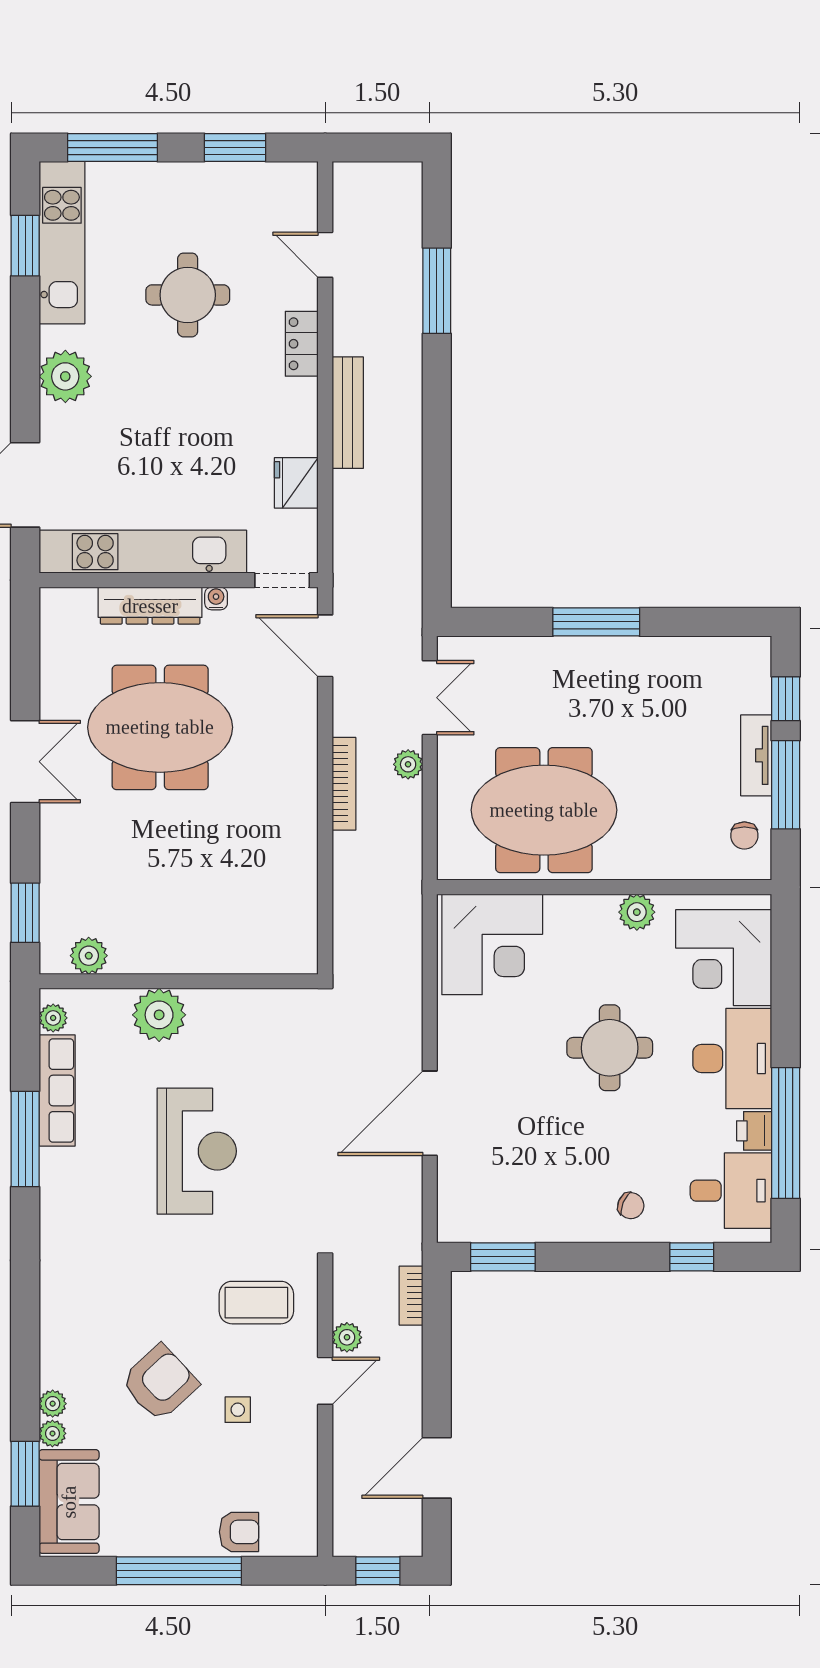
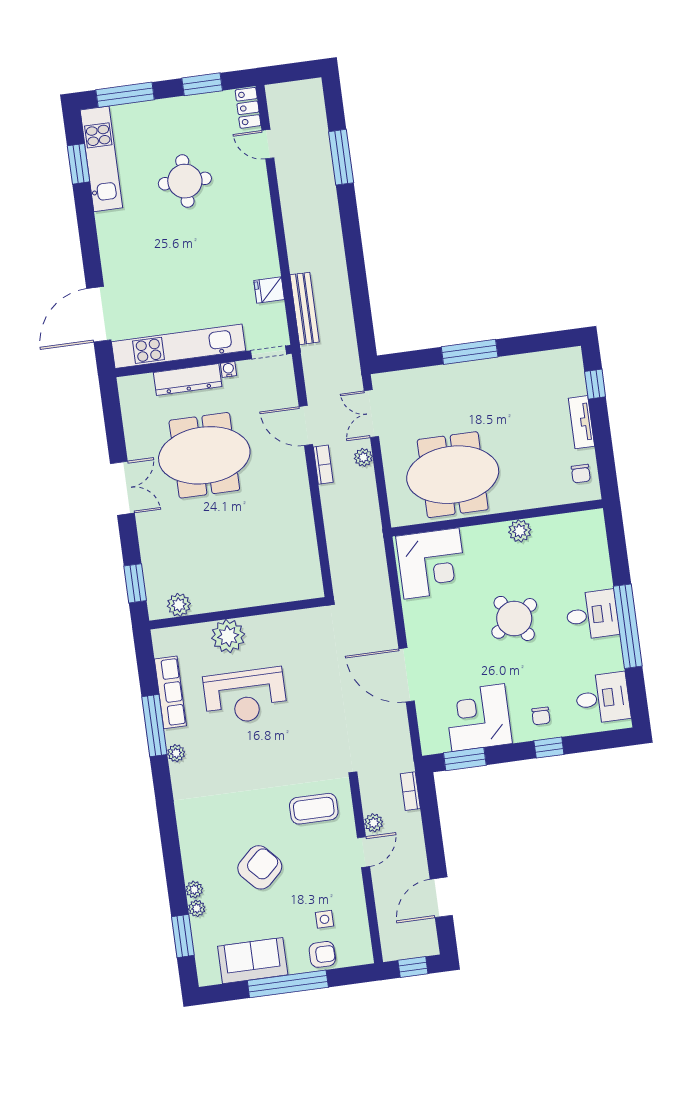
locker: (302, 344) -> (248, 108), moved
plant: (65, 376) -> (115, 243), removed
bench: (348, 413) -> (305, 308), moved
fridge: (296, 483) -> (269, 290), width x0.72
door: (325, 646) -> (306, 426), moved
double door: (430, 698) -> (371, 414), swing flipped
bookcase: (344, 784) -> (323, 465), width x0.64
window: (786, 785) -> (602, 438), removed
corner desk: (724, 958) -> (478, 718), moved, turned 90
plant: (53, 1018) -> (176, 753), moved
round table: (610, 1048) -> (514, 618), turned -33
desk: (732, 1059) -> (592, 615), width x0.73
door: (430, 1113) -> (407, 675), hinge flipped
printer: (754, 1131) -> (612, 658), removed
window: (786, 1133) -> (628, 626), moved
reception desk: (197, 1151) -> (245, 696), moved, turned 90
chair: (631, 1206) -> (541, 716), turned 68
window: (692, 1257) -> (549, 748), moved
side table: (238, 1410) -> (325, 919), moved
sofa: (69, 1502) -> (253, 961), moved, turned -90

